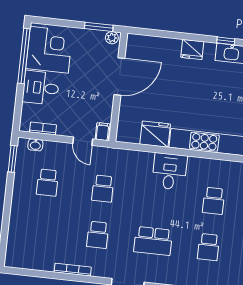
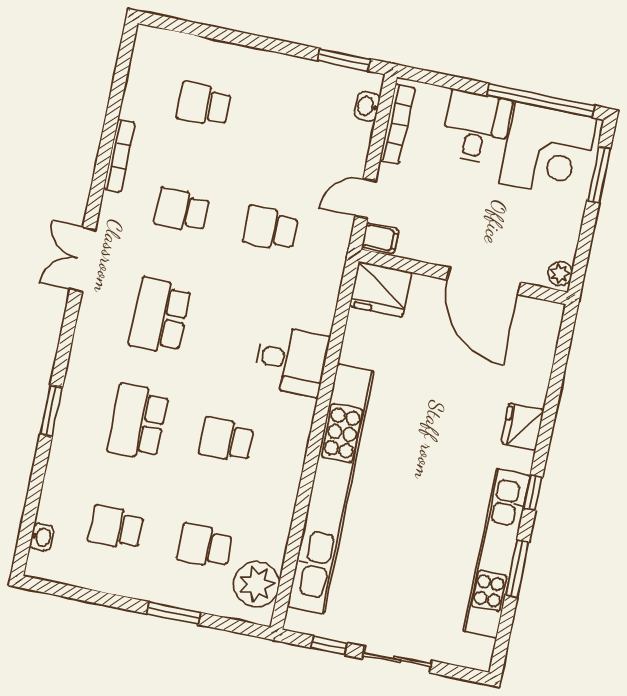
window: (99, 27) -> (599, 175), moved
bookcase: (43, 128) -> (397, 124), width x1.56
fridge: (155, 134) -> (381, 289), moved, turned 90
school desk: (47, 182) -> (204, 104), moved
school desk: (208, 247) -> (138, 422), width x1.85

